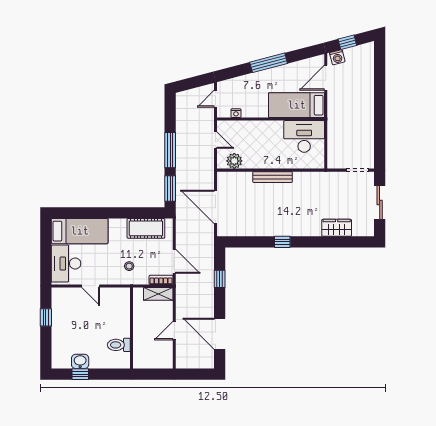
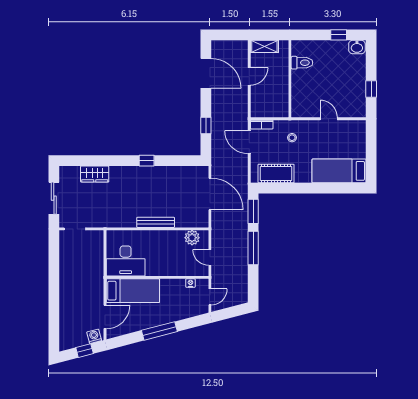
desk: (66, 264) -> (352, 140), removed
shelving: (158, 294) -> (264, 46), moved
washbasin: (80, 361) -> (357, 47), moved

